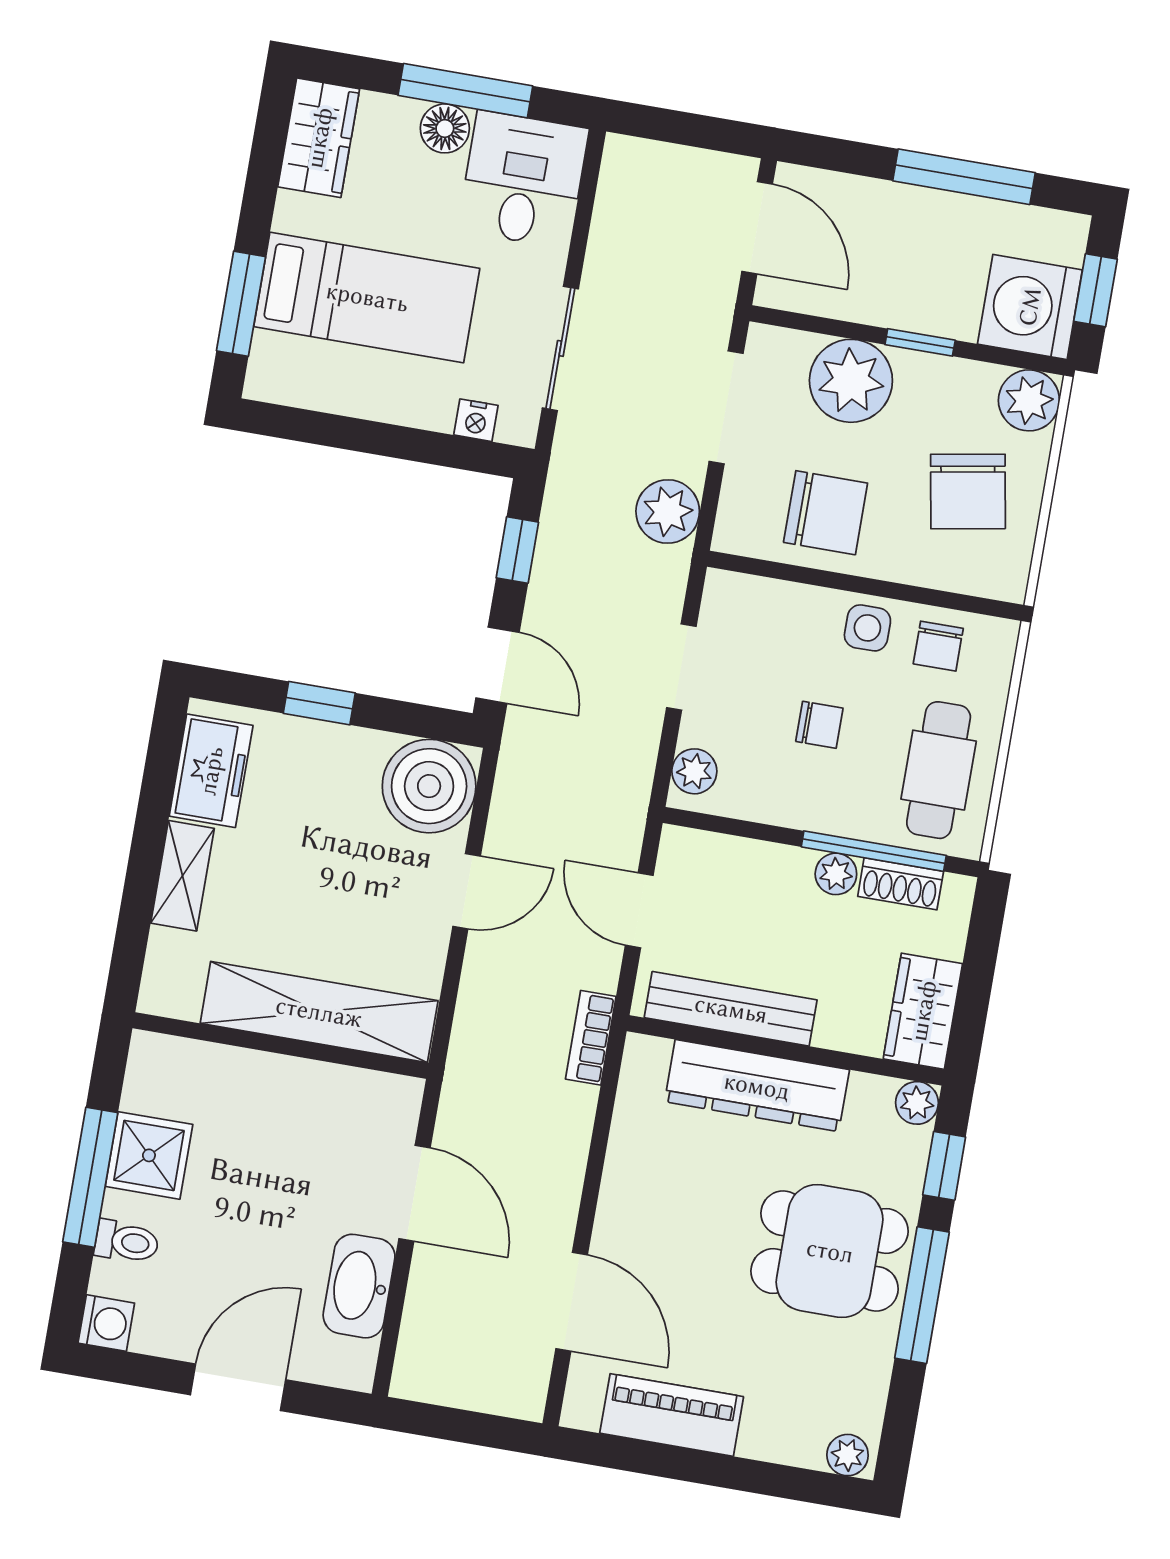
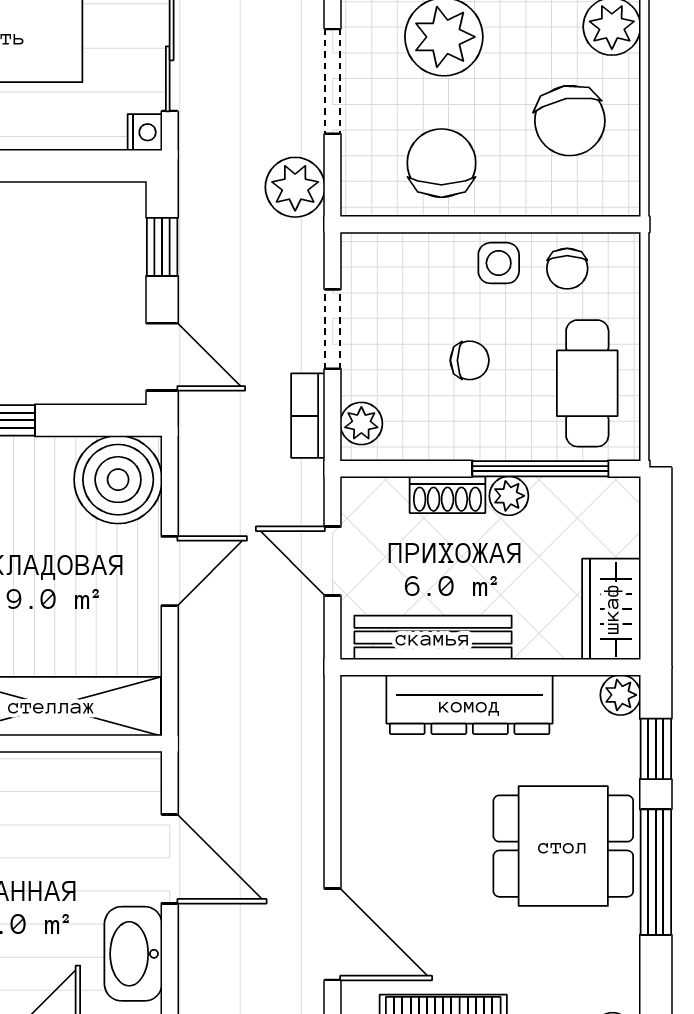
nightstand: (476, 420) -> (145, 132), moved, turned -90
chair: (826, 513) -> (441, 163), turned -90
shoe rack: (901, 884) -> (447, 495), moved
bookcase: (591, 1038) -> (308, 416), moved

